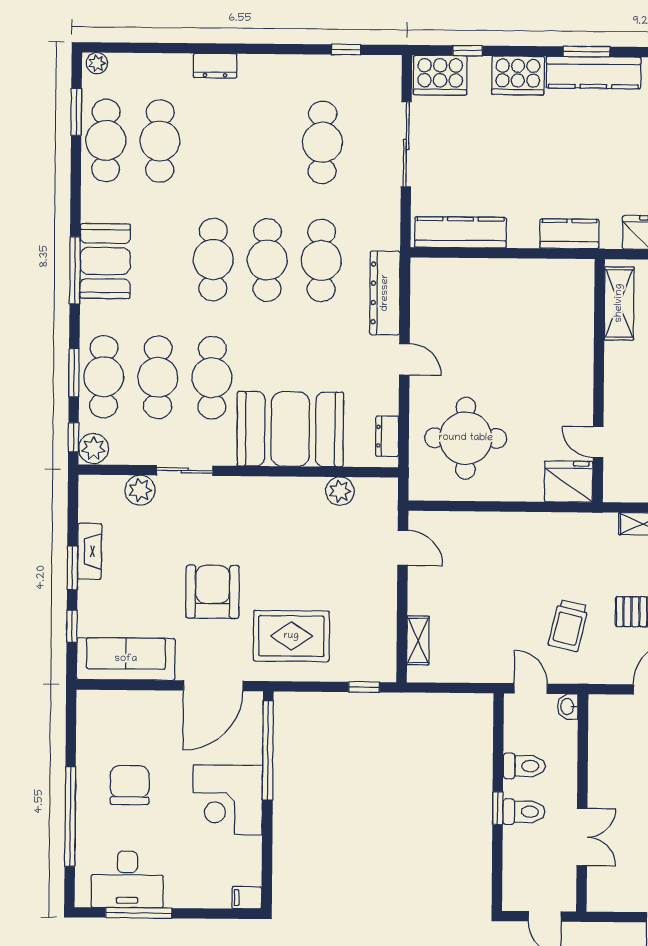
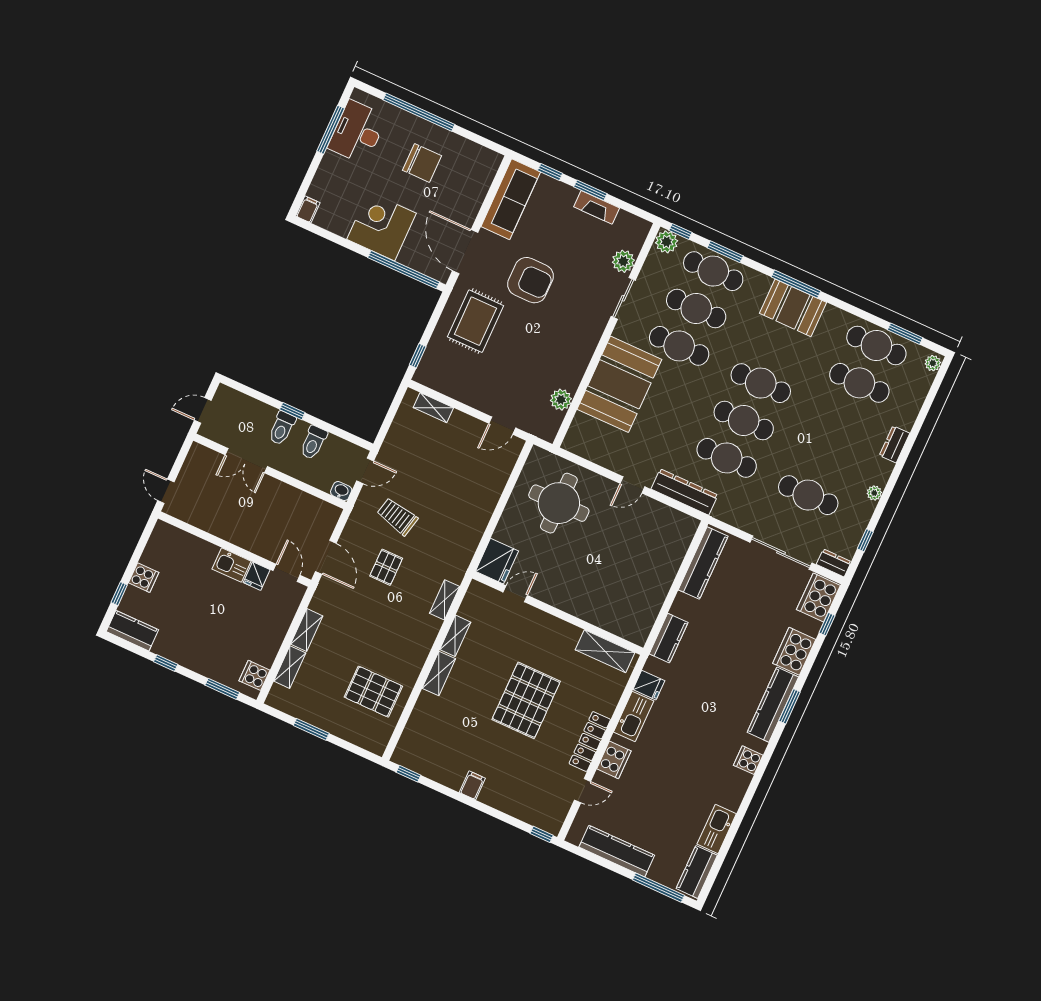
plant: (284, 64) -> (874, 493), added
dresser: (387, 436) -> (834, 563), moved

